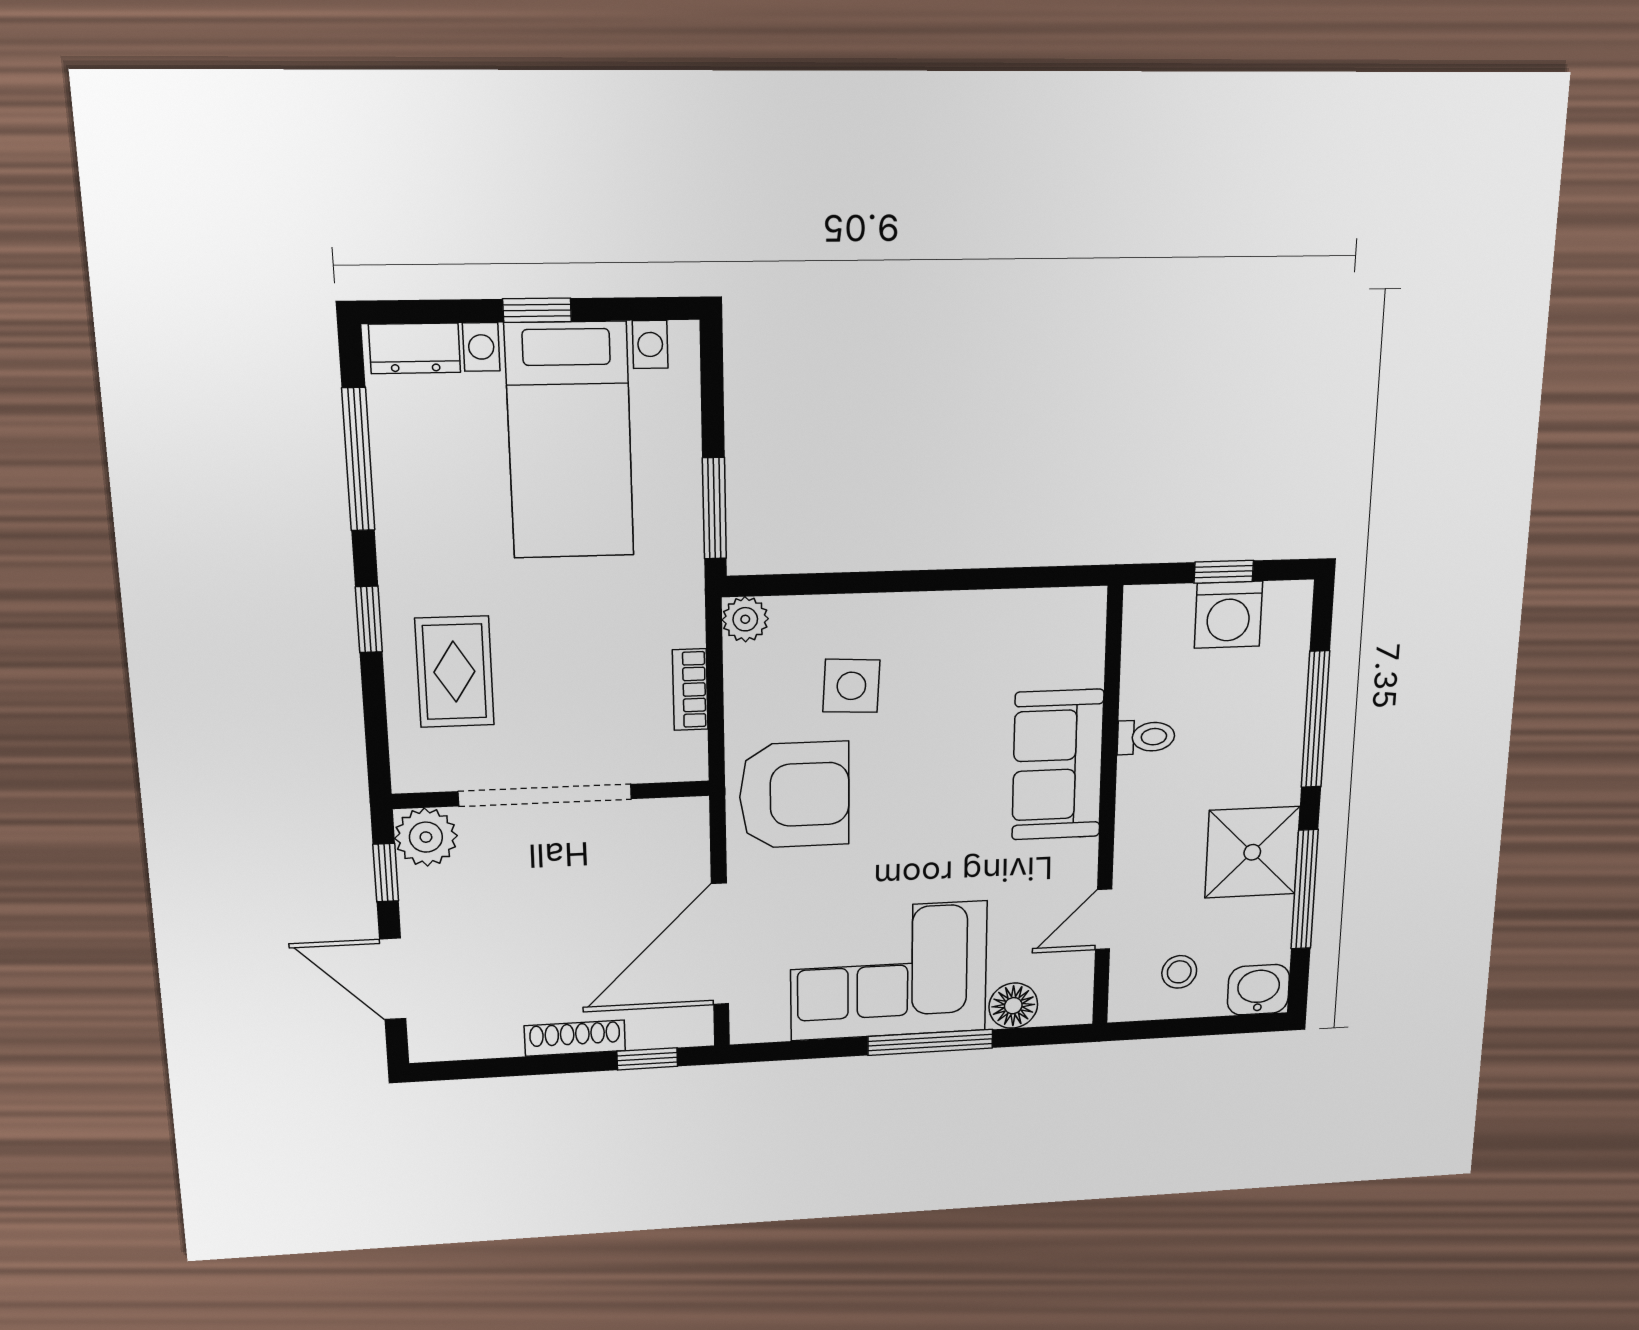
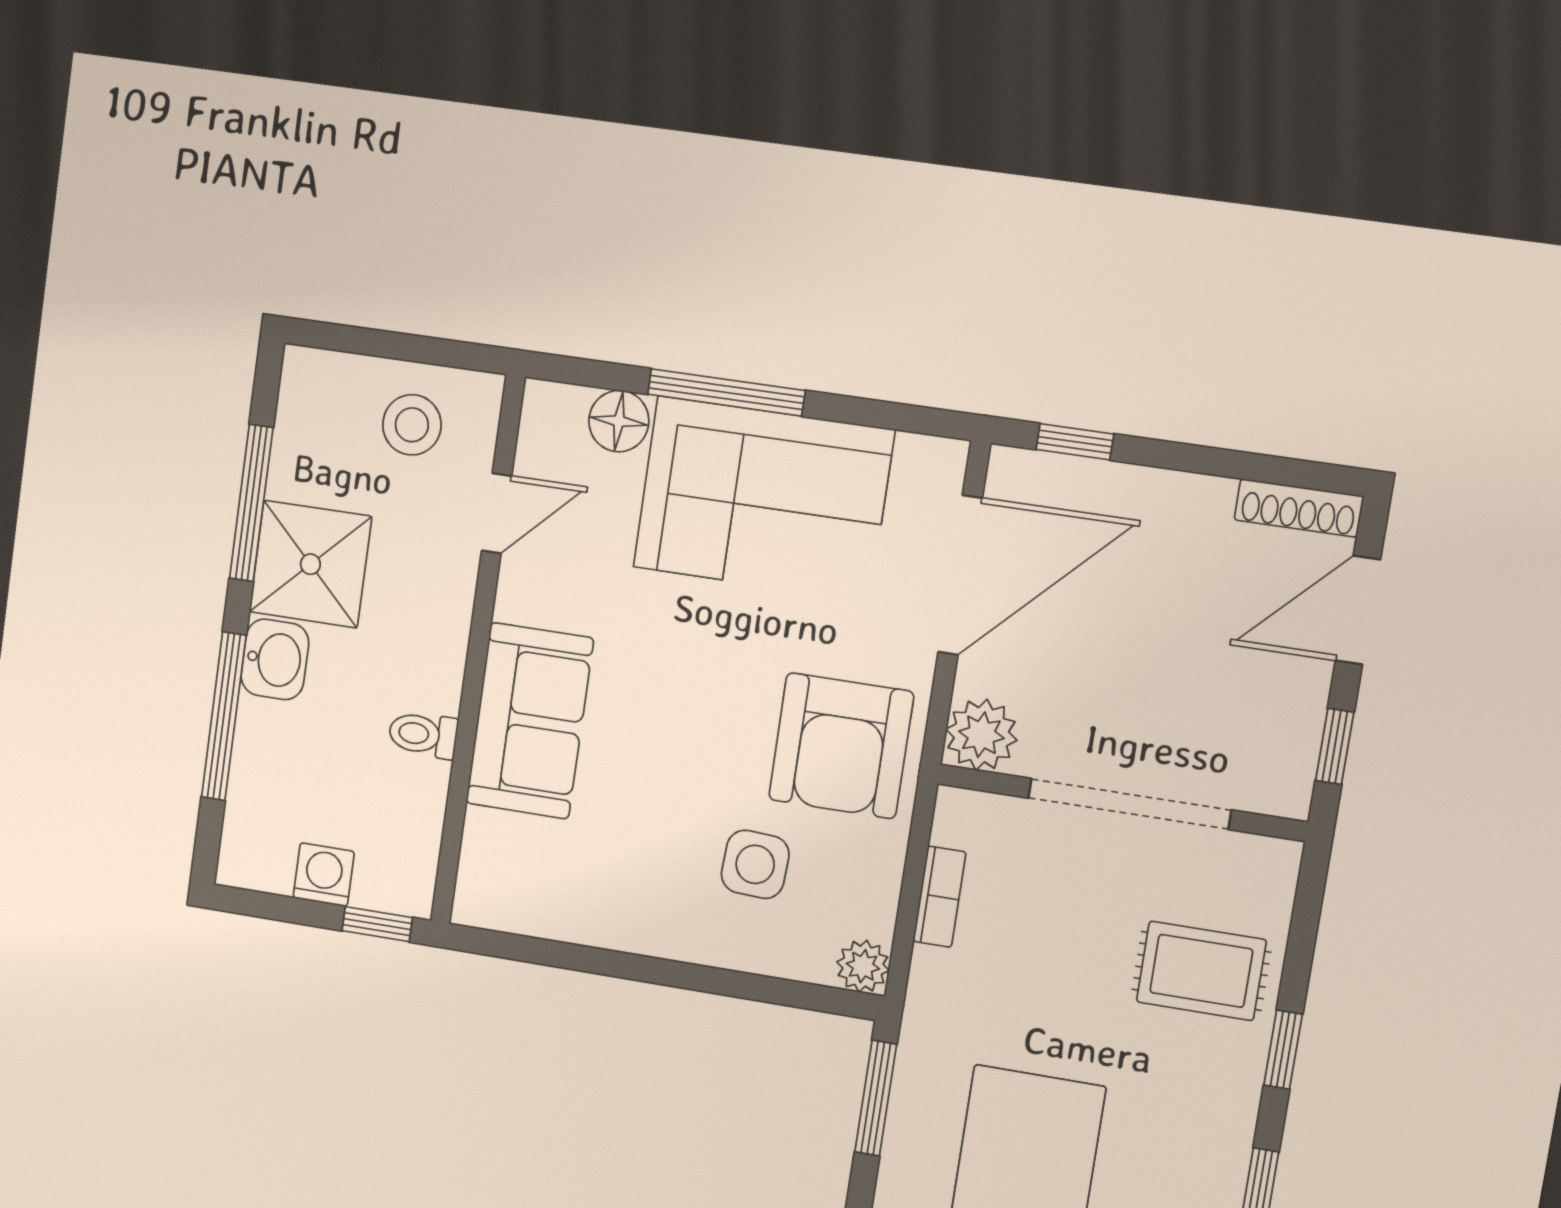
window: (1224, 572) -> (377, 924), moved
washing machine: (1228, 615) -> (324, 875), width x0.73, depth x0.73
rug: (455, 672) -> (1201, 971), turned 90
armchair: (794, 795) -> (841, 746), turned -90
plant: (426, 837) -> (981, 735), moved
stool: (1179, 972) -> (412, 425), width x1.37, depth x1.37
door: (393, 979) -> (1358, 610), swing flipped
washbasin: (1258, 990) -> (275, 659), moved, turned -90
shoe rack: (575, 1038) -> (1299, 508), moved

